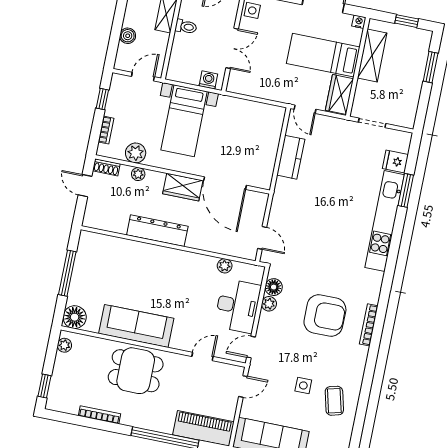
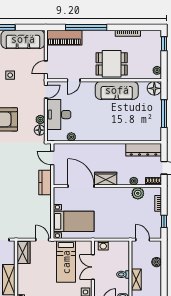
bed: (323, 55) -> (66, 262), moved, turned 90
door: (143, 77) -> (143, 240), swing flipped
bed with nightstands: (184, 121) -> (74, 221), moved, turned 90
kitchen counter: (291, 157) -> (45, 182), moved
dresser: (157, 231) -> (144, 150), moved

